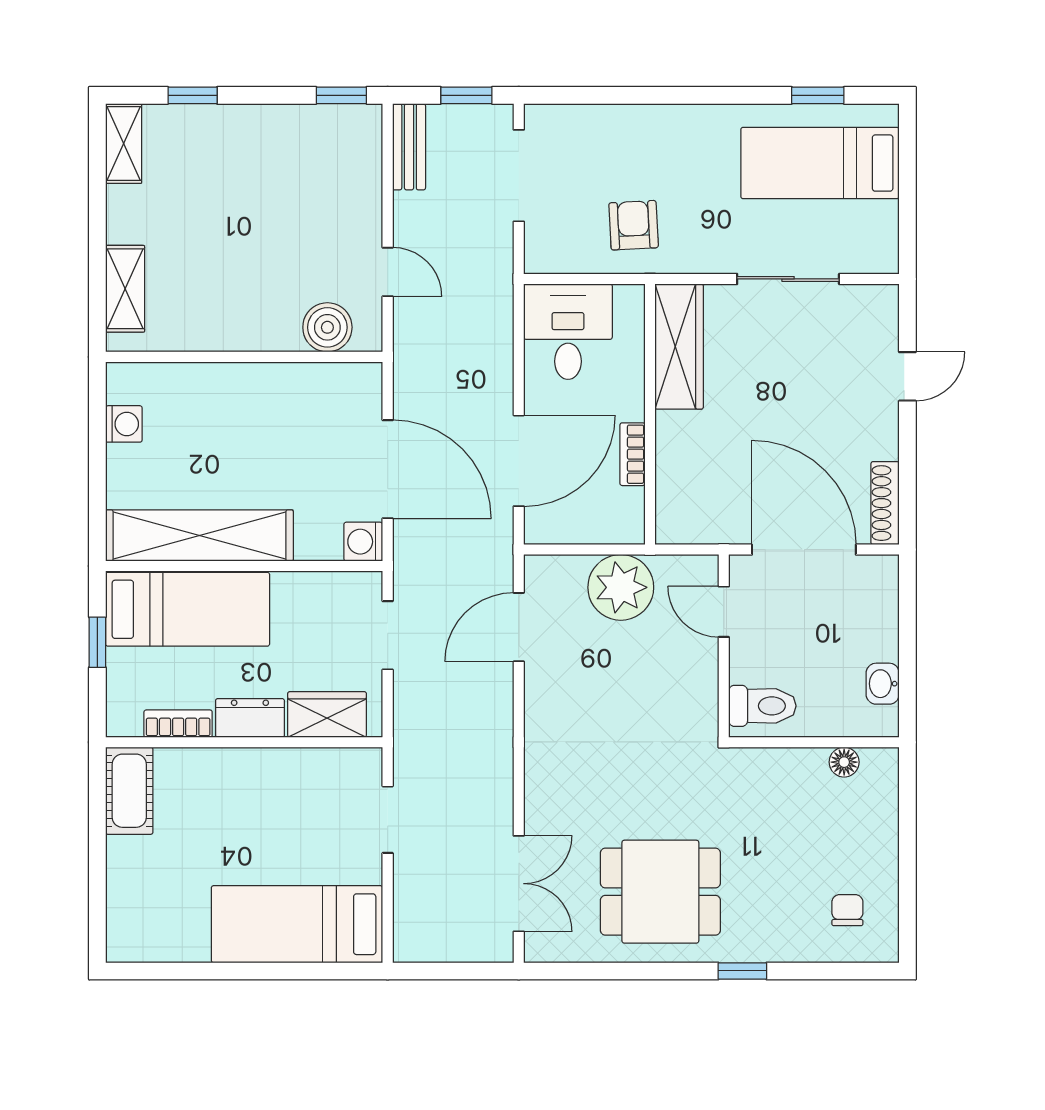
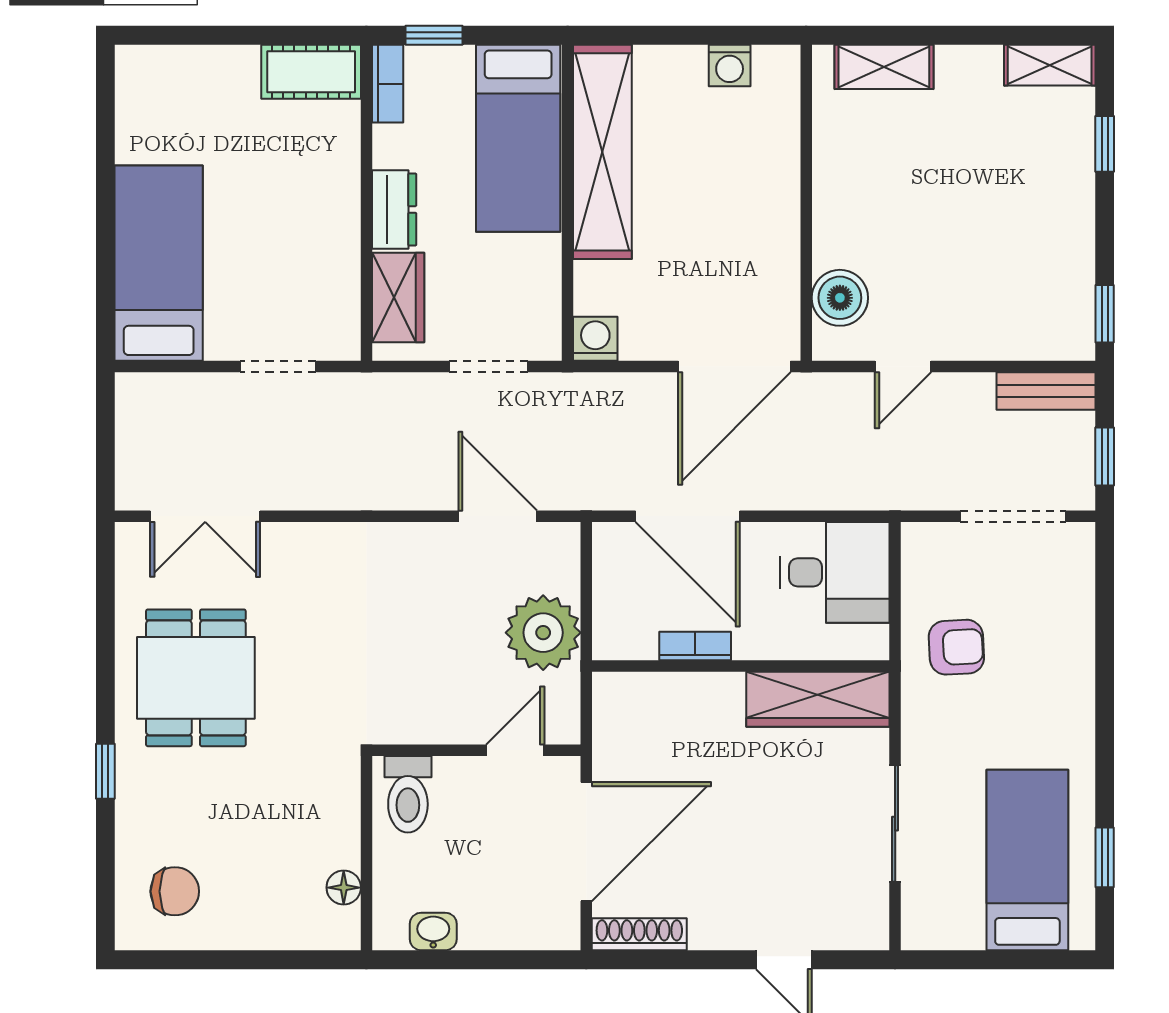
door: (388, 469) -> (734, 367), moved
window: (97, 642) -> (434, 35), moved
bookcase: (178, 724) -> (388, 84), moved
chair: (847, 910) -> (175, 891), width x1.37, depth x1.37

